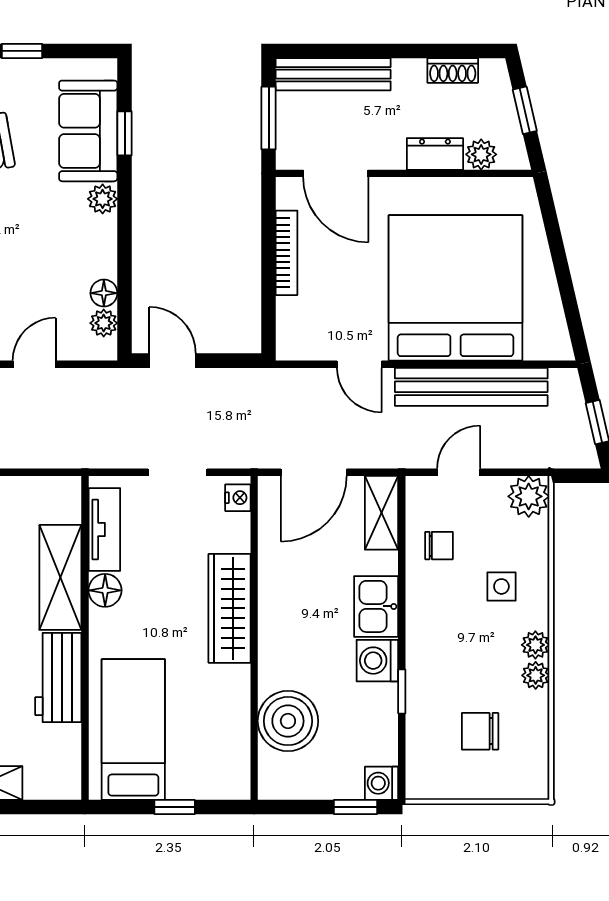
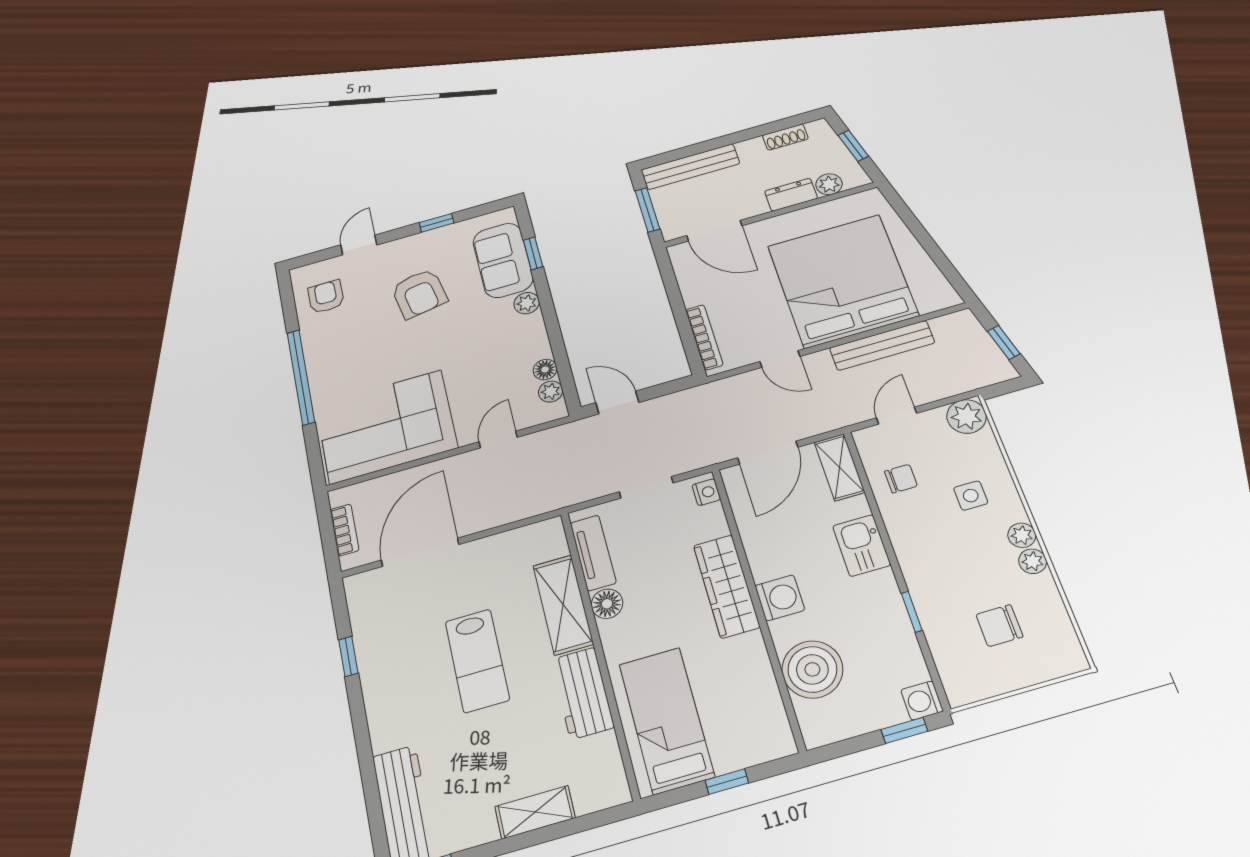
bookcase: (287, 253) -> (704, 337), moved
bench: (471, 387) -> (882, 345), width x0.73, depth x0.82
washing machine: (377, 661) -> (780, 598), moved, turned 180

